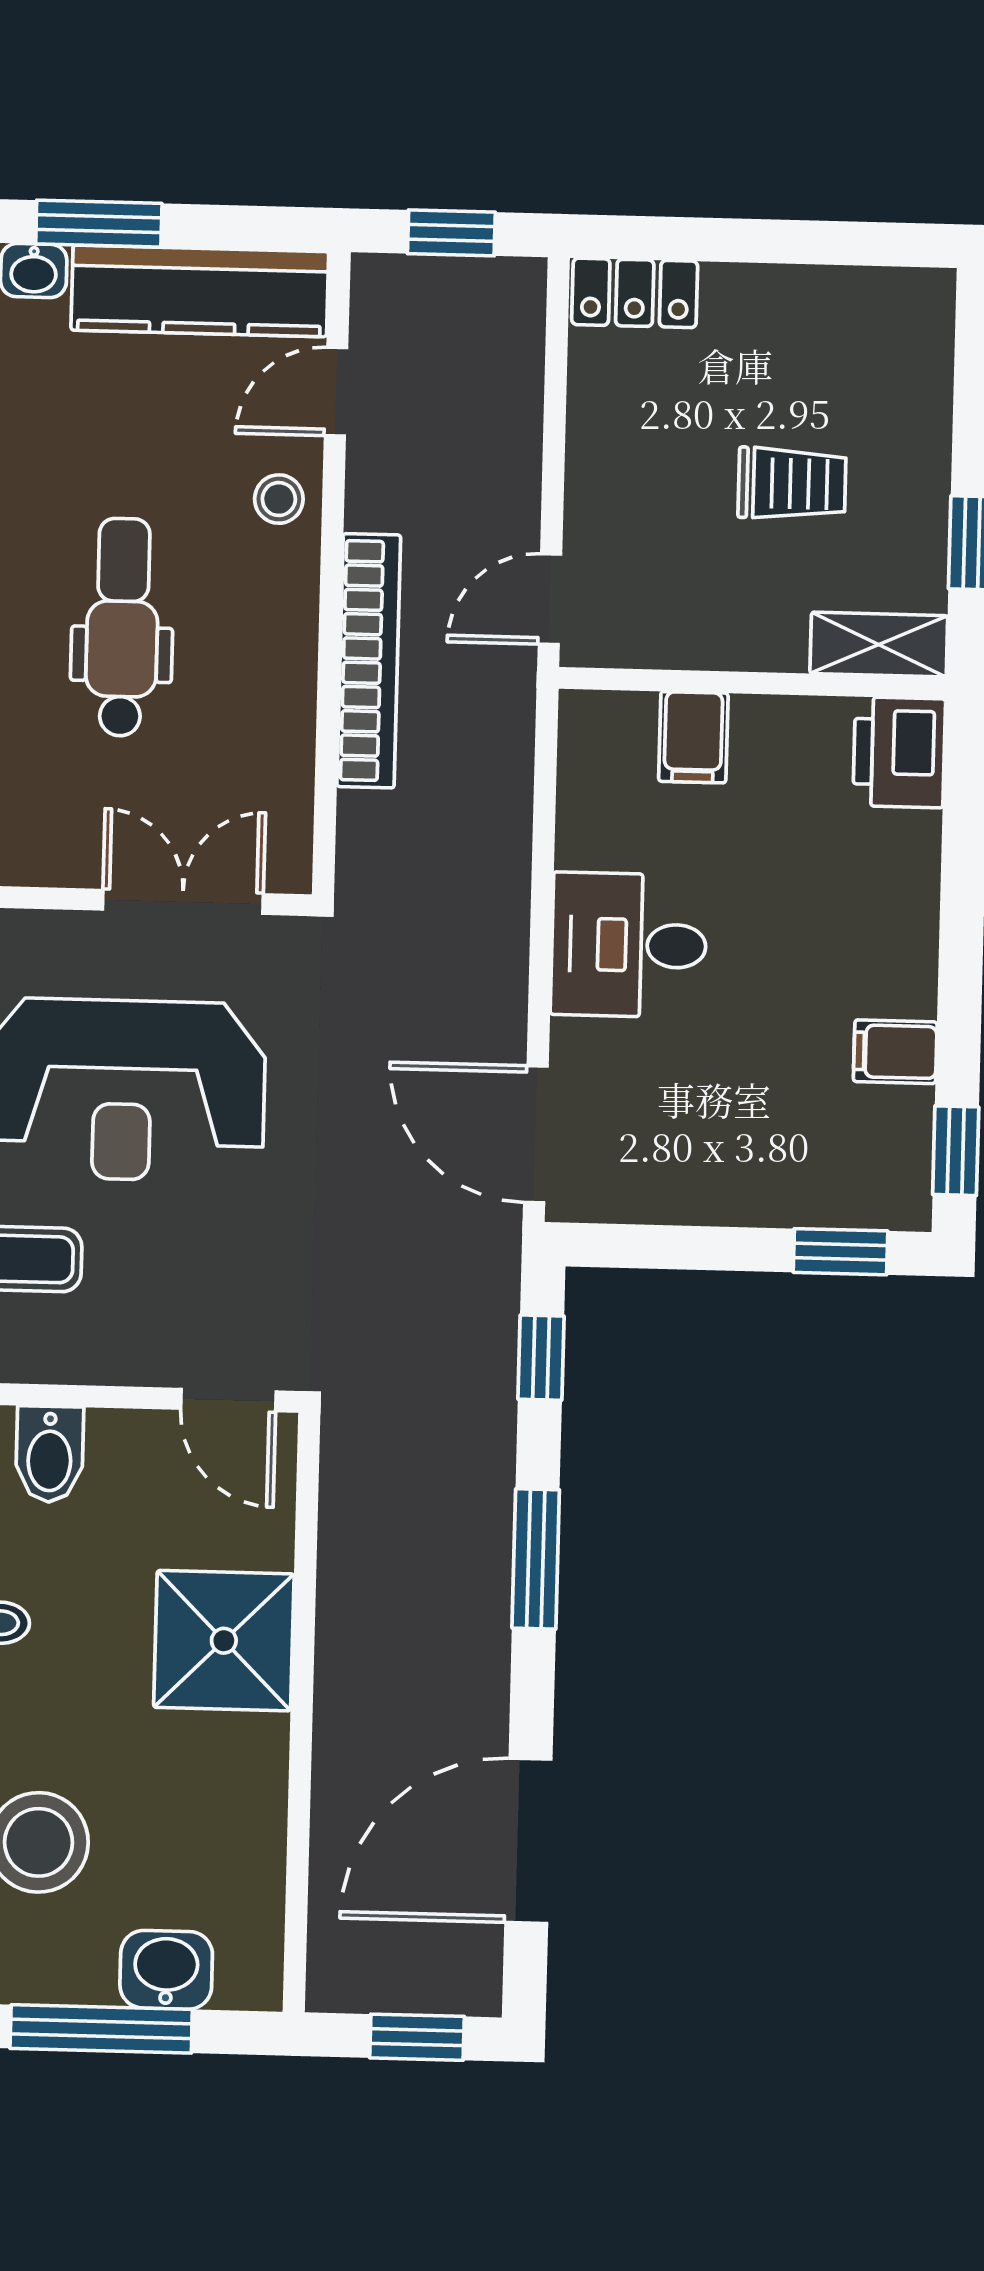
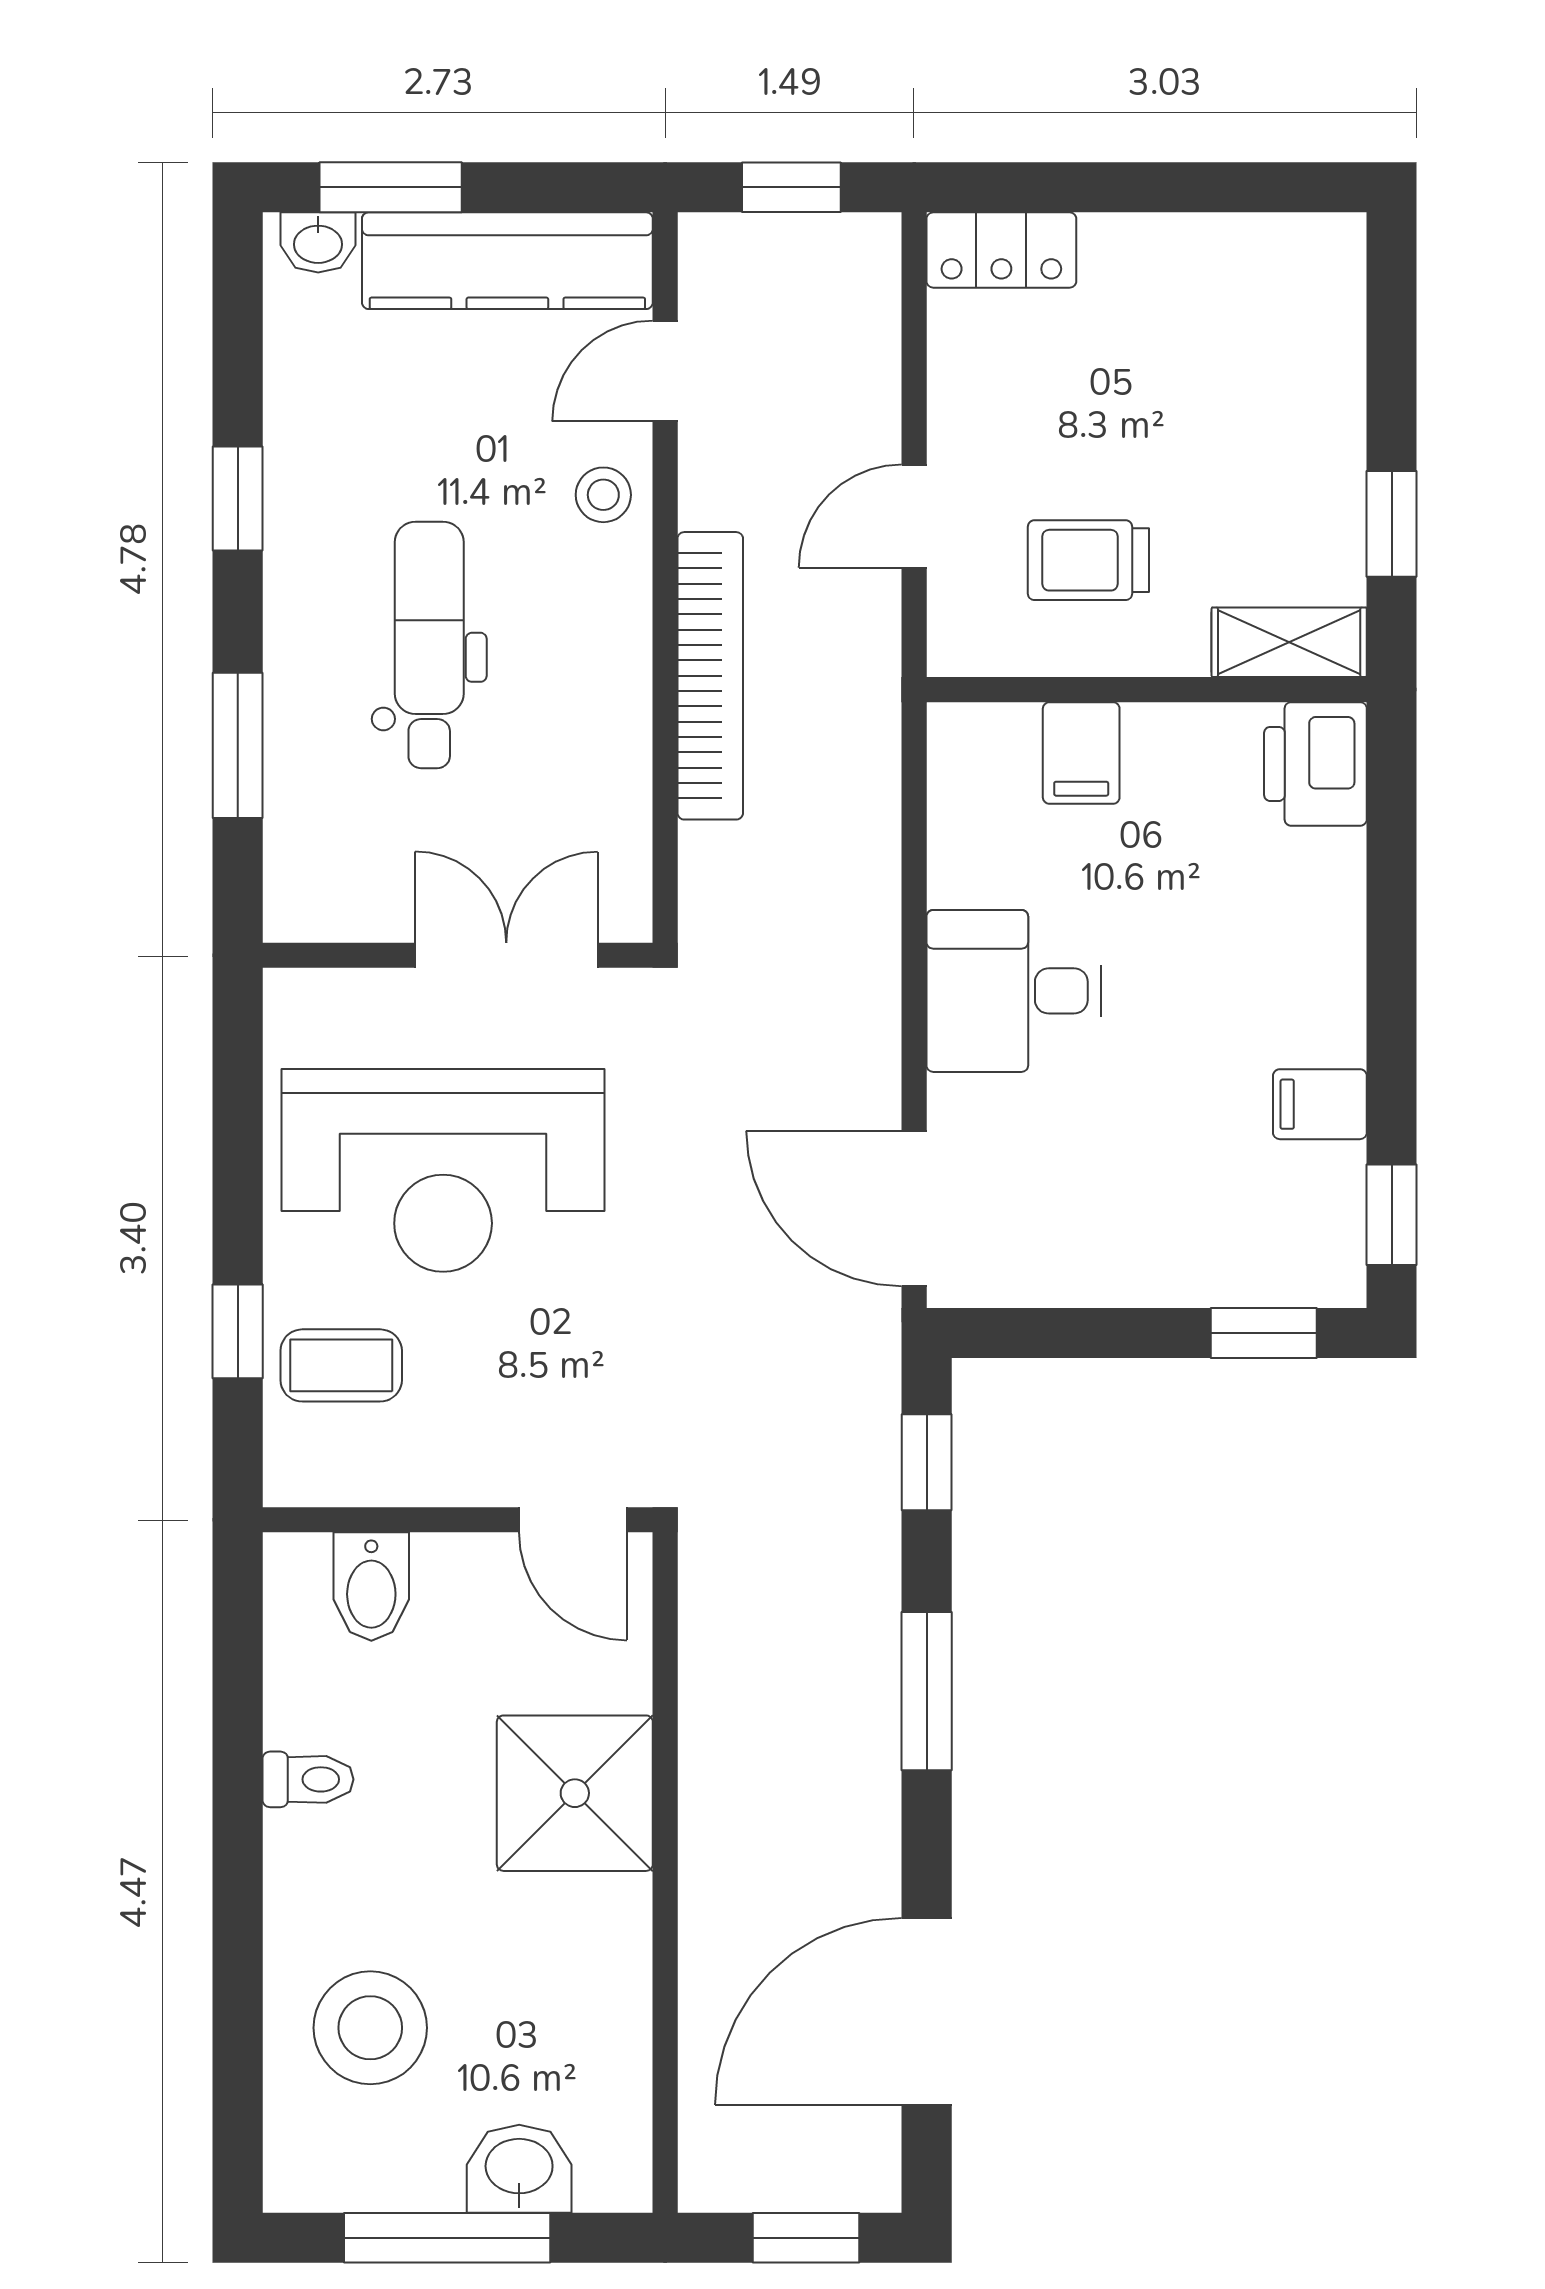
trolley: (792, 483) -> (1088, 560), moved, turned 180
door: (550, 599) -> (914, 516), moved

